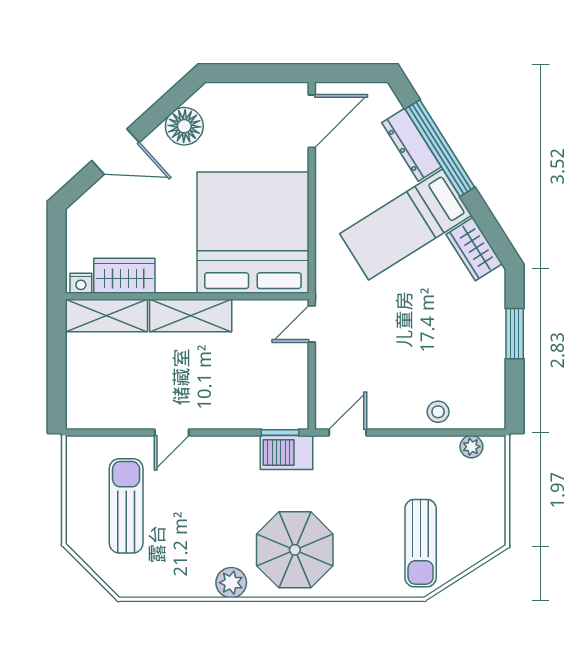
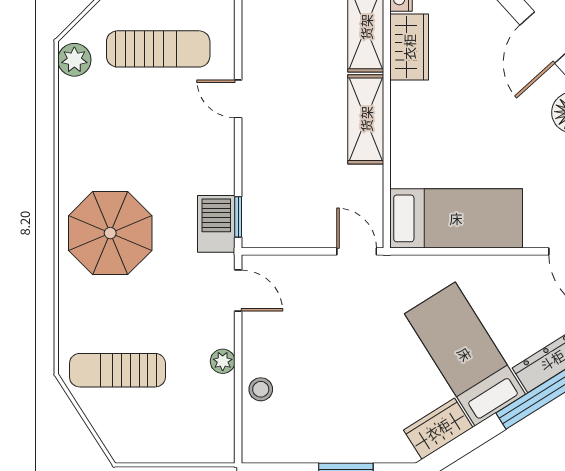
bed: (253, 233) -> (456, 218), width x0.49
plant: (471, 447) -> (223, 361), moved
plant: (231, 583) -> (74, 60), moved

